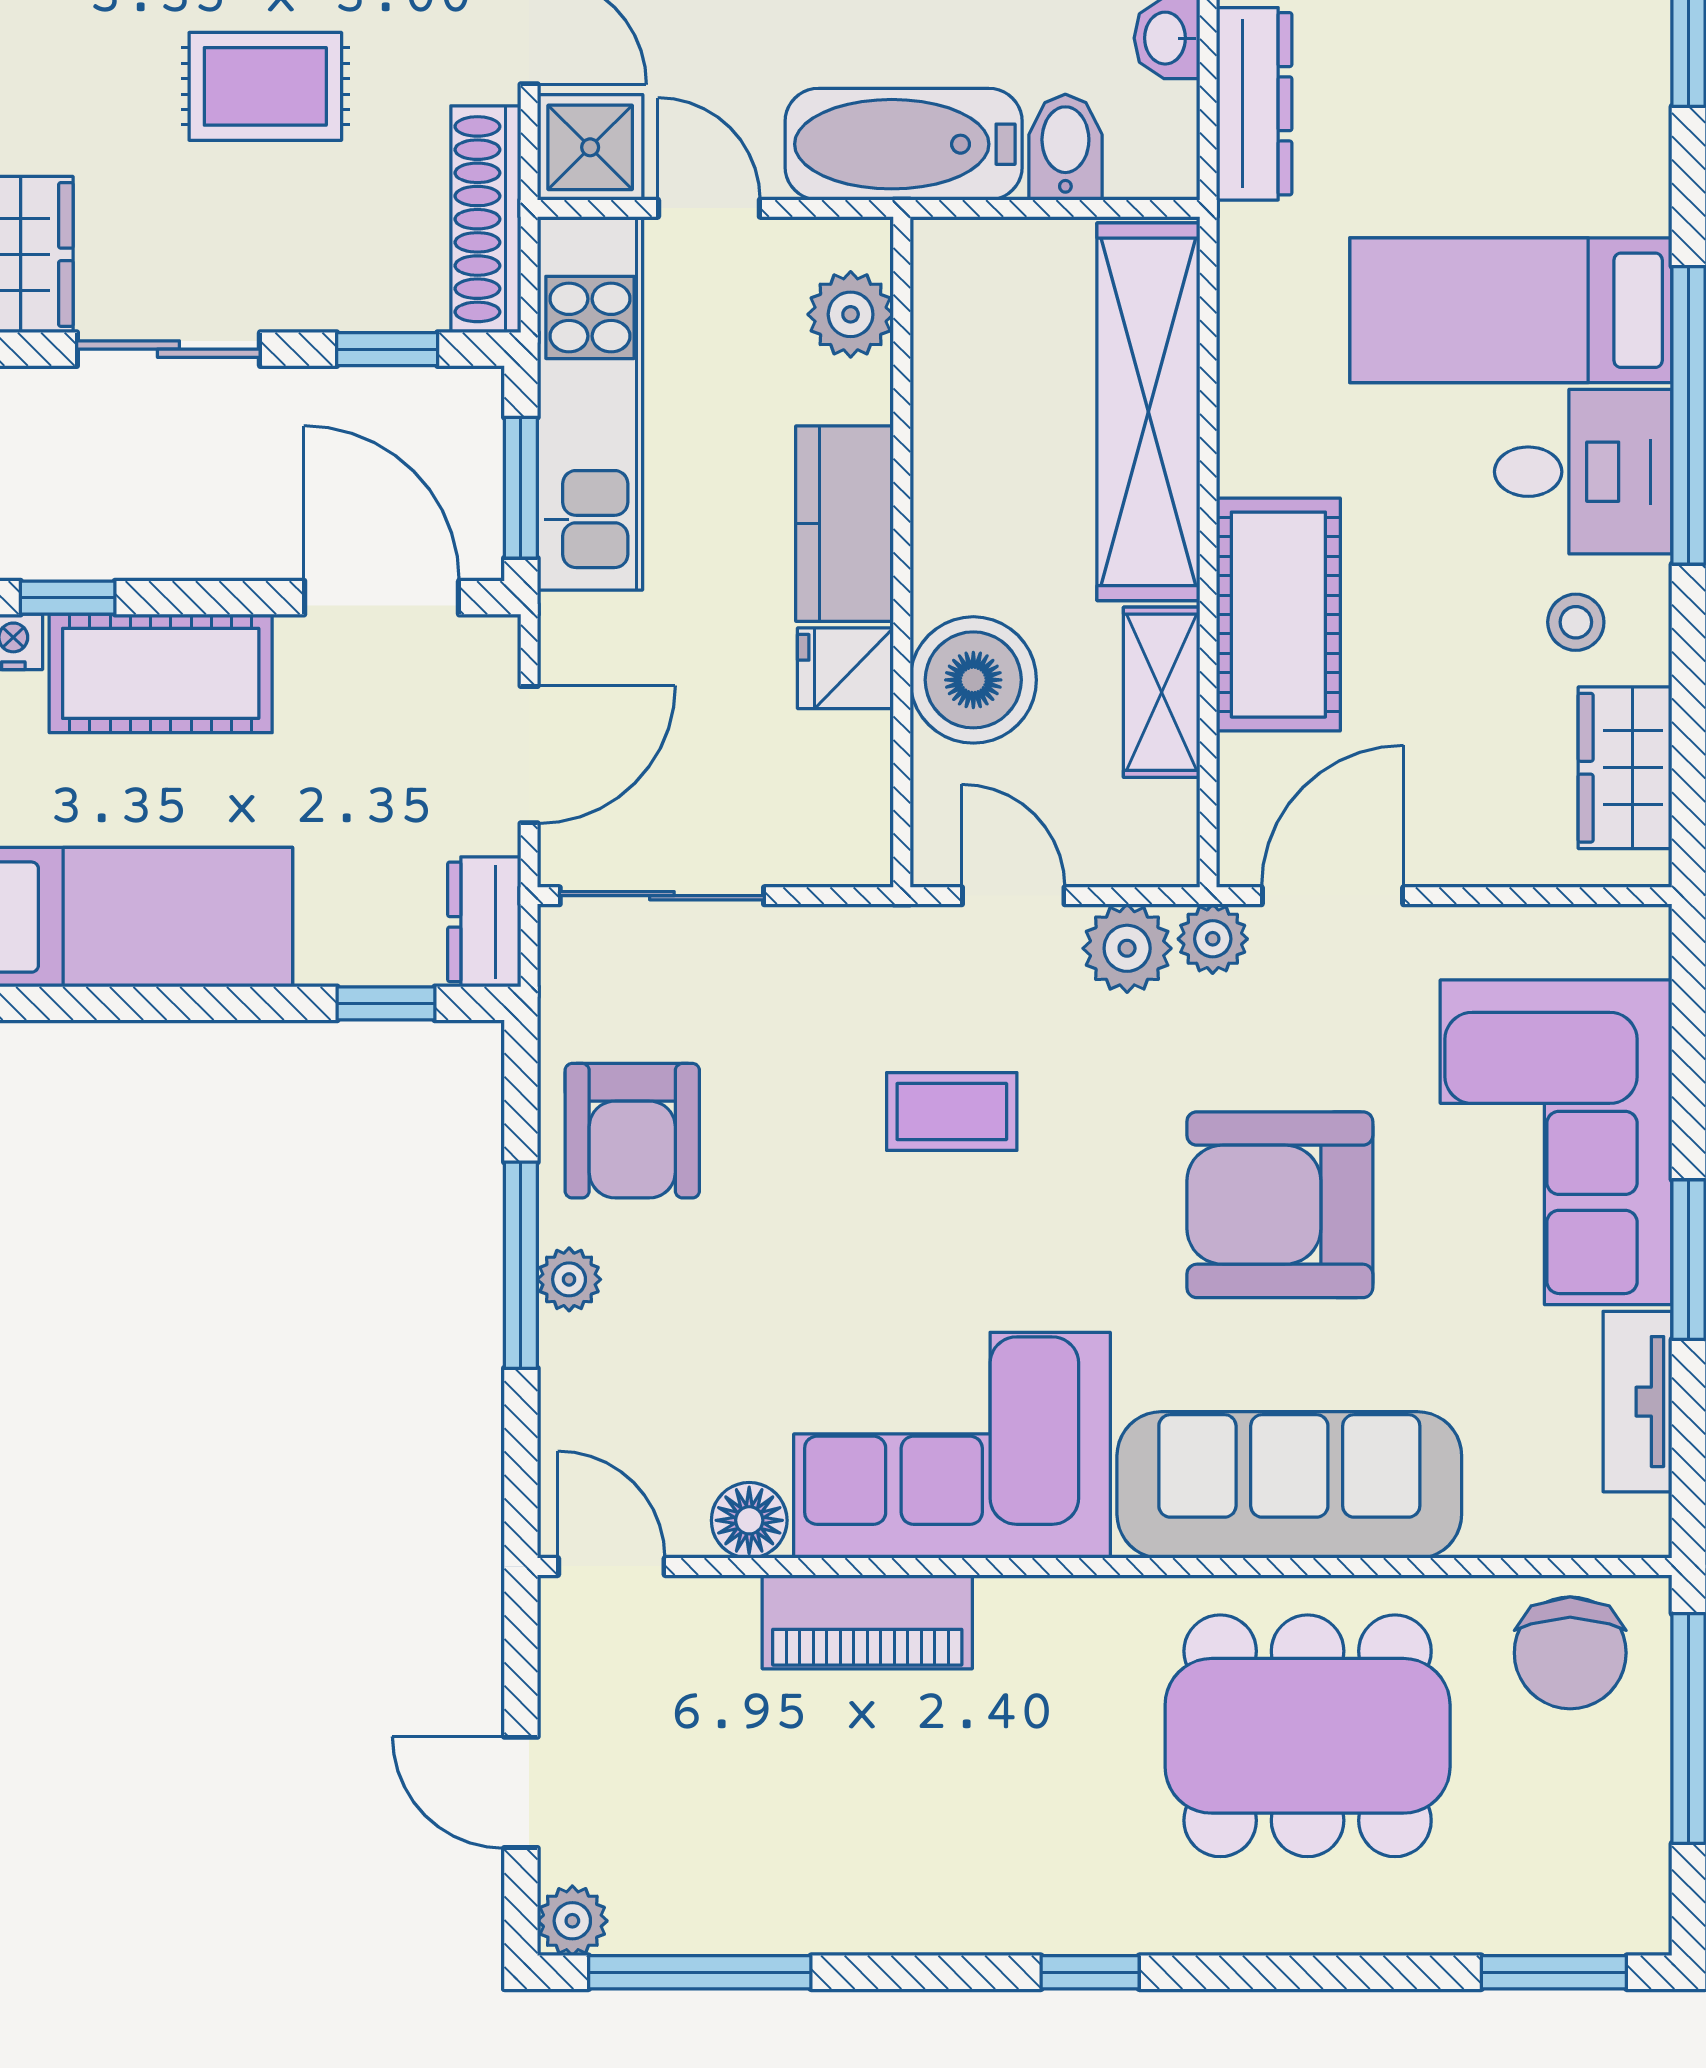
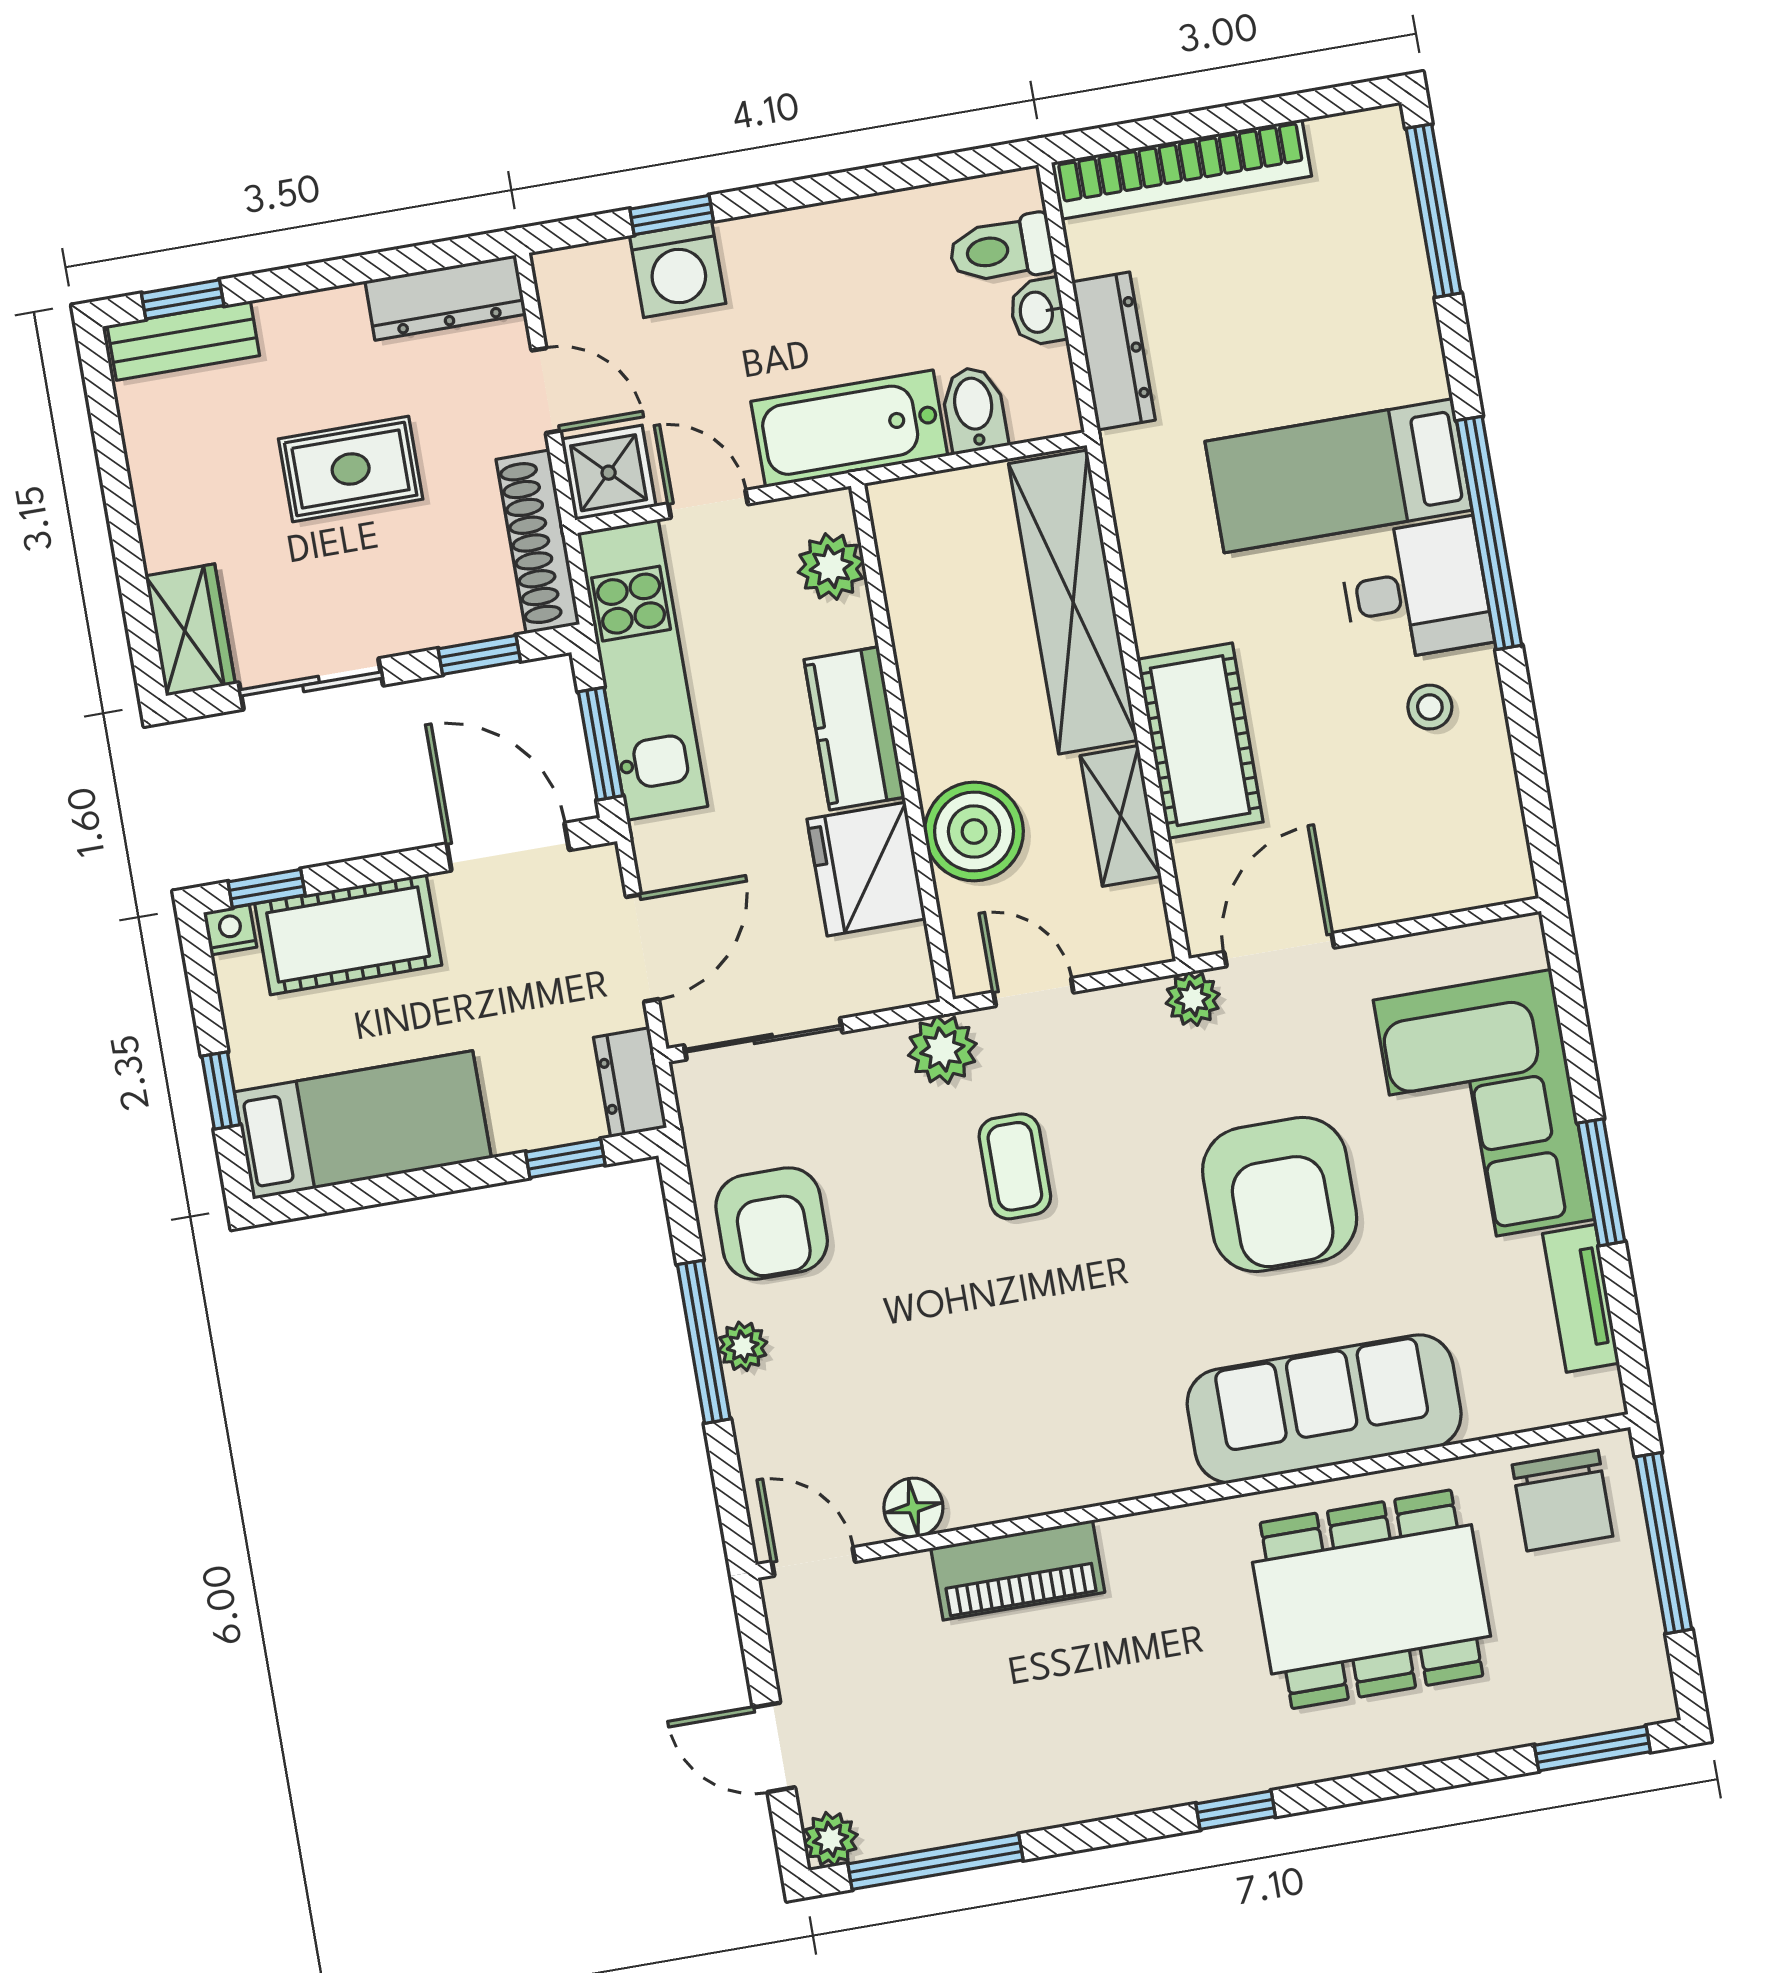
fridge: (845, 668) -> (866, 869), width x1.88, depth x1.34
wardrobe: (1625, 768) -> (1487, 812), removed
plant: (1127, 948) -> (942, 1050), moved
coffee table: (952, 1112) -> (1015, 1166), turned 90
armchair: (1280, 1205) -> (1280, 1194), turned -90
corner sofa: (952, 1445) -> (1059, 1423), removed

